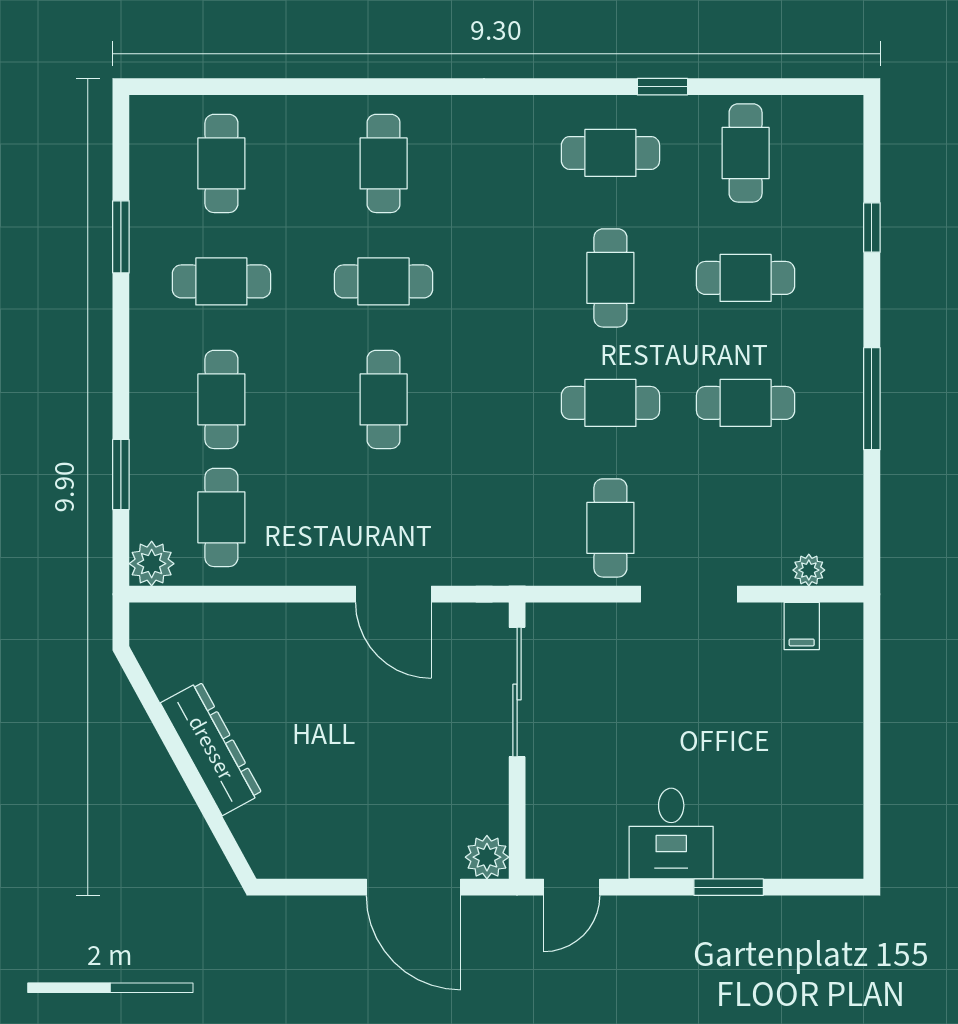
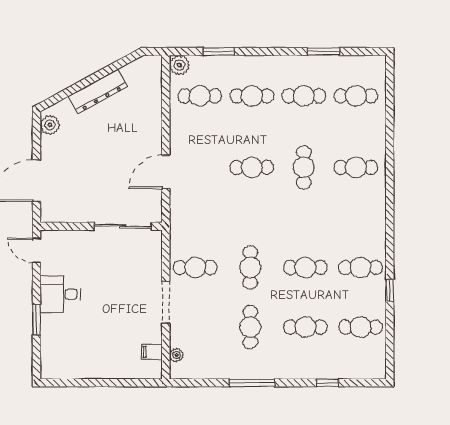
cafe table: (610, 153) -> (360, 267), turned 90
cafe table: (746, 278) -> (305, 327), turned 90
cafe table: (221, 281) -> (304, 96), turned 90
plant: (487, 857) -> (50, 125), moved

